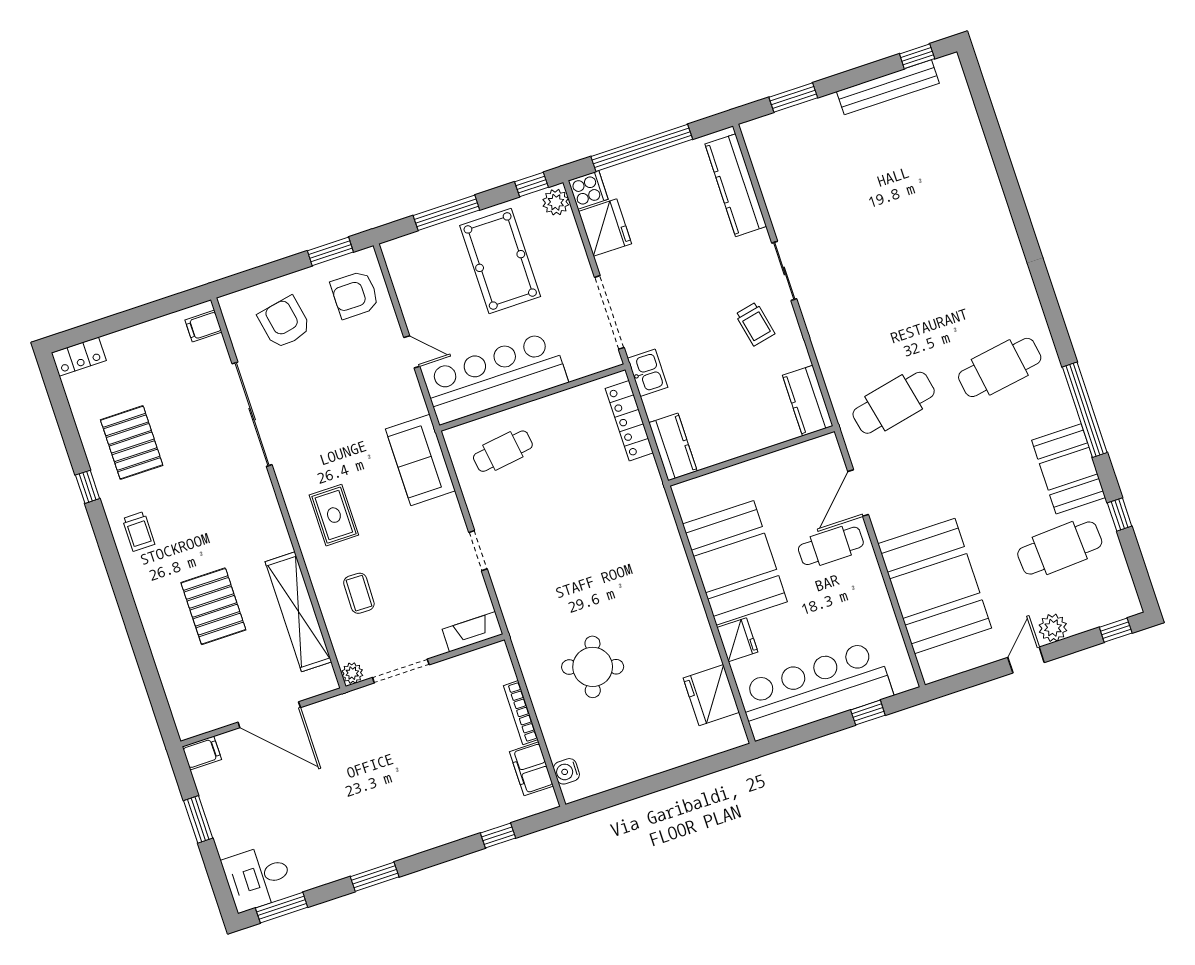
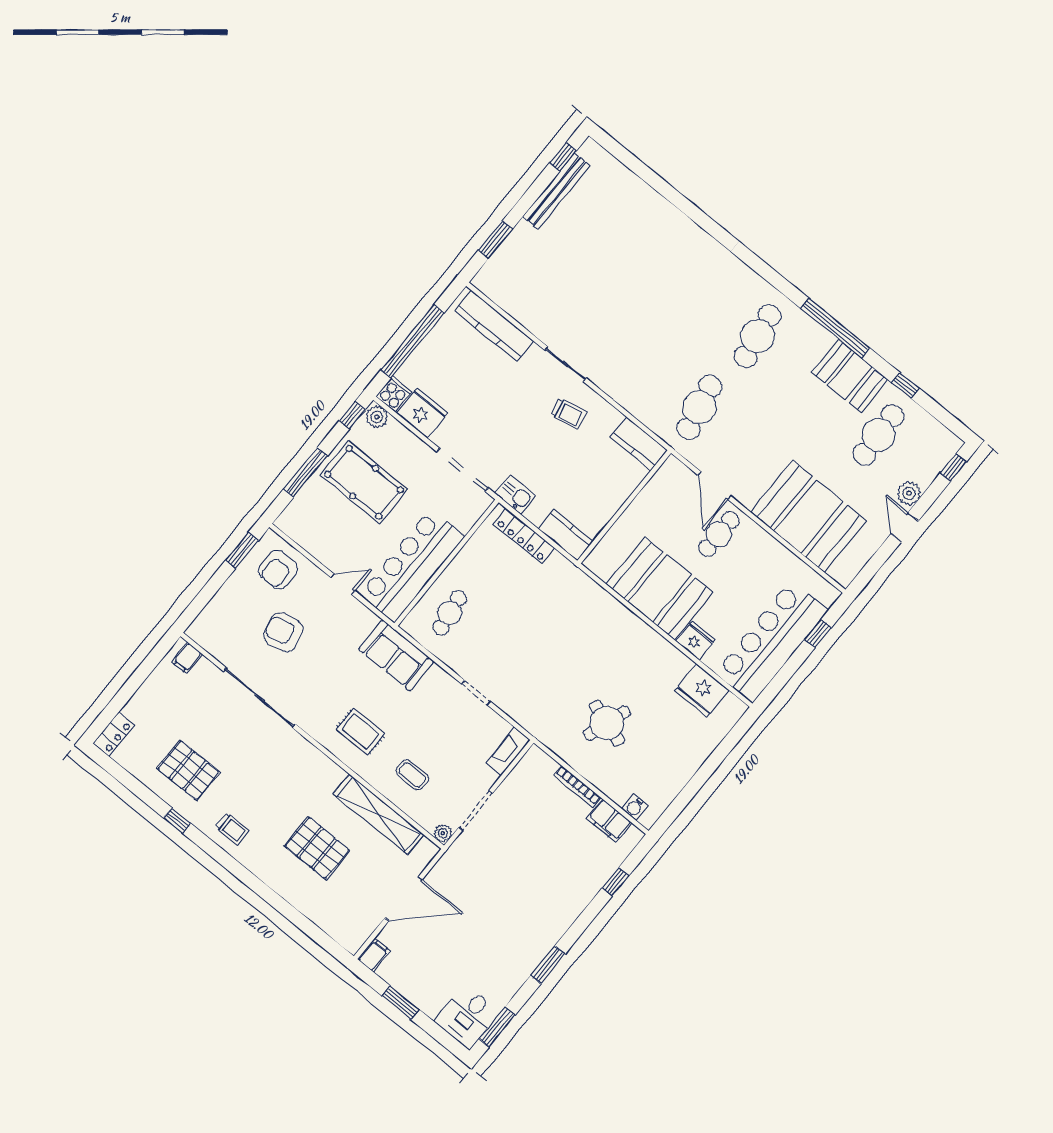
armchair: (284, 323) -> (283, 632), moved

